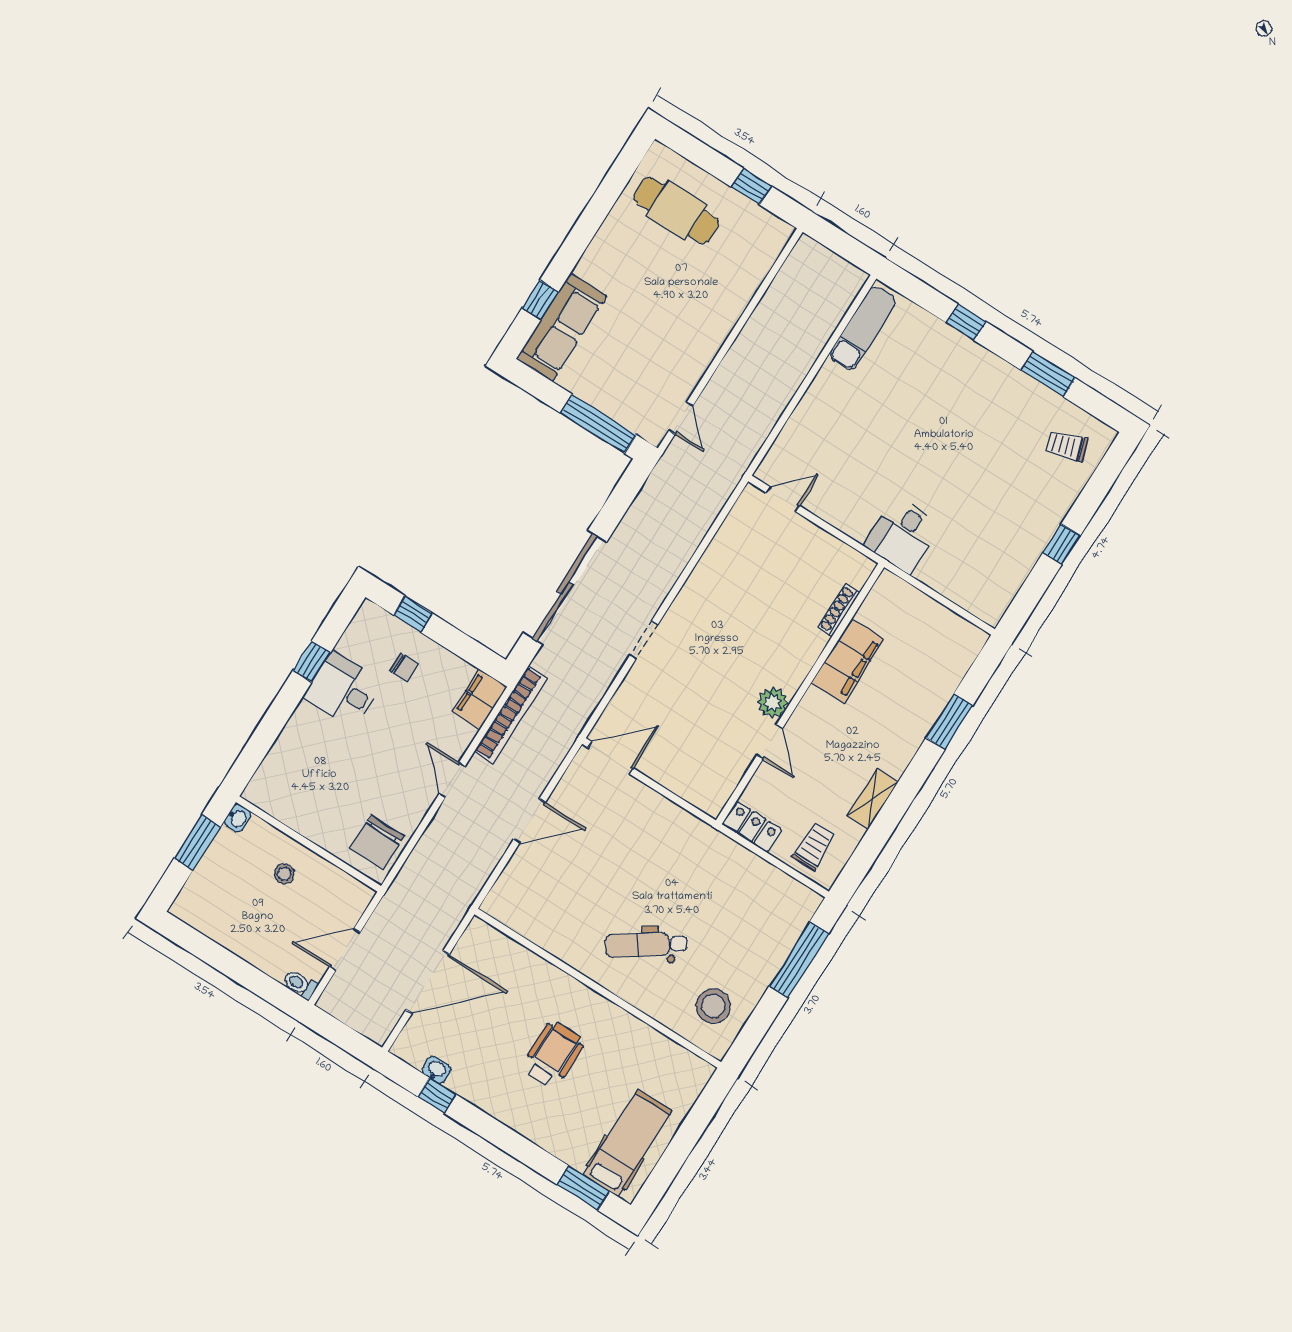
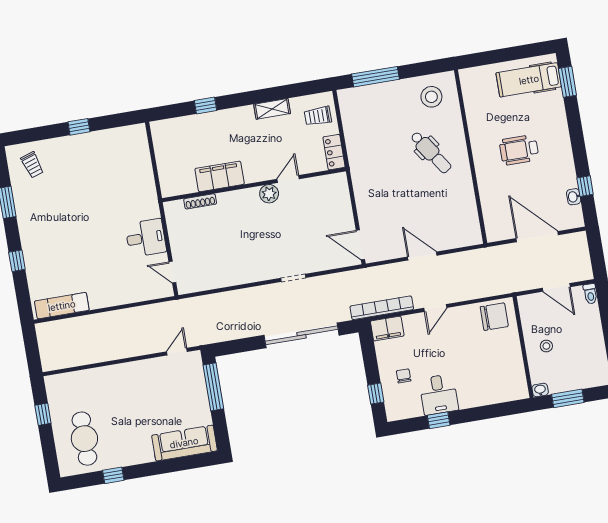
window: (540, 300) -> (113, 475), moved
desk: (903, 535) -> (146, 238), moved
window: (950, 721) -> (205, 105), width x0.67

